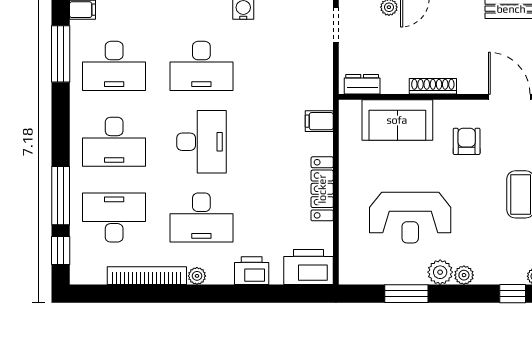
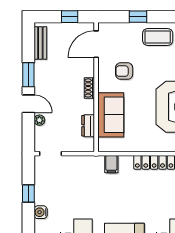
dresser: (362, 84) -> (88, 126), moved
shoe rack: (433, 86) -> (89, 88), width x0.70

